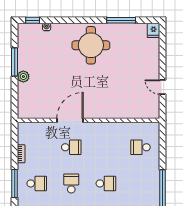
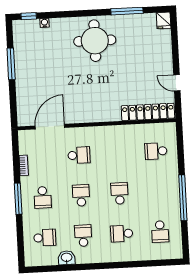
plant: (23, 77) -> (22, 79), removed
locker: (135, 112) -> (148, 112), added
door: (70, 120) -> (50, 127), moved
school desk: (37, 183) -> (43, 197), turned 90
school desk: (106, 183) -> (120, 193), turned -90

